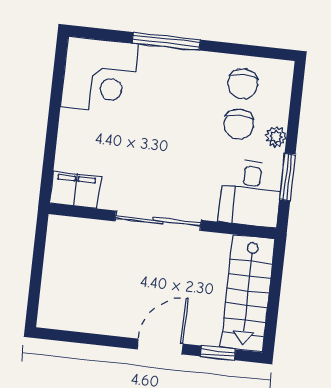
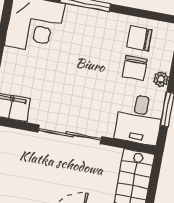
chair: (243, 84) -> (139, 38), turned 90

